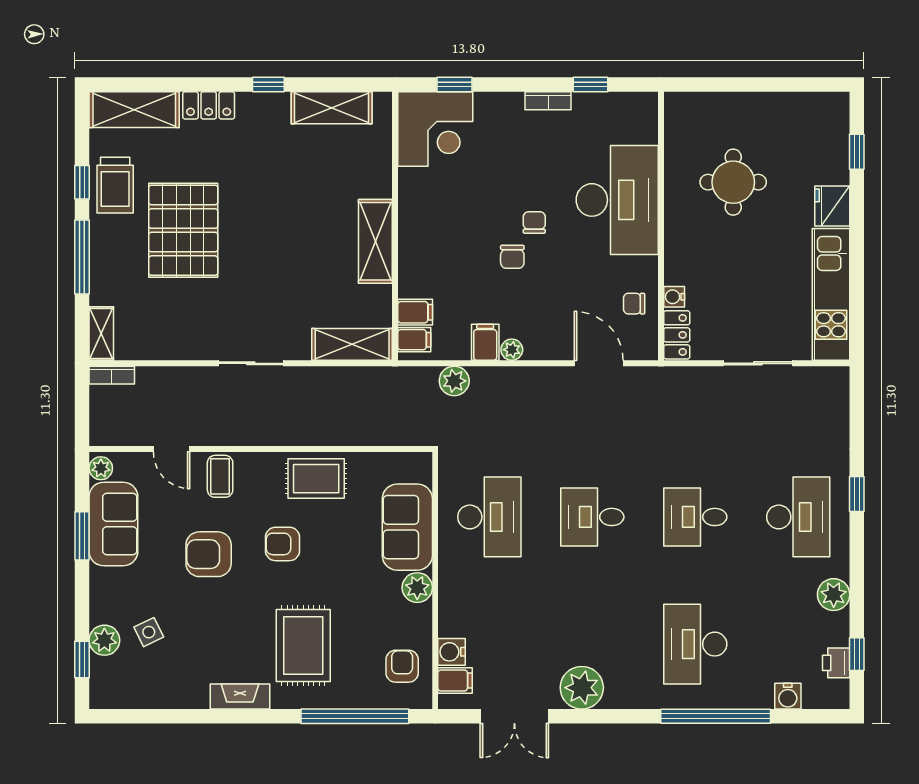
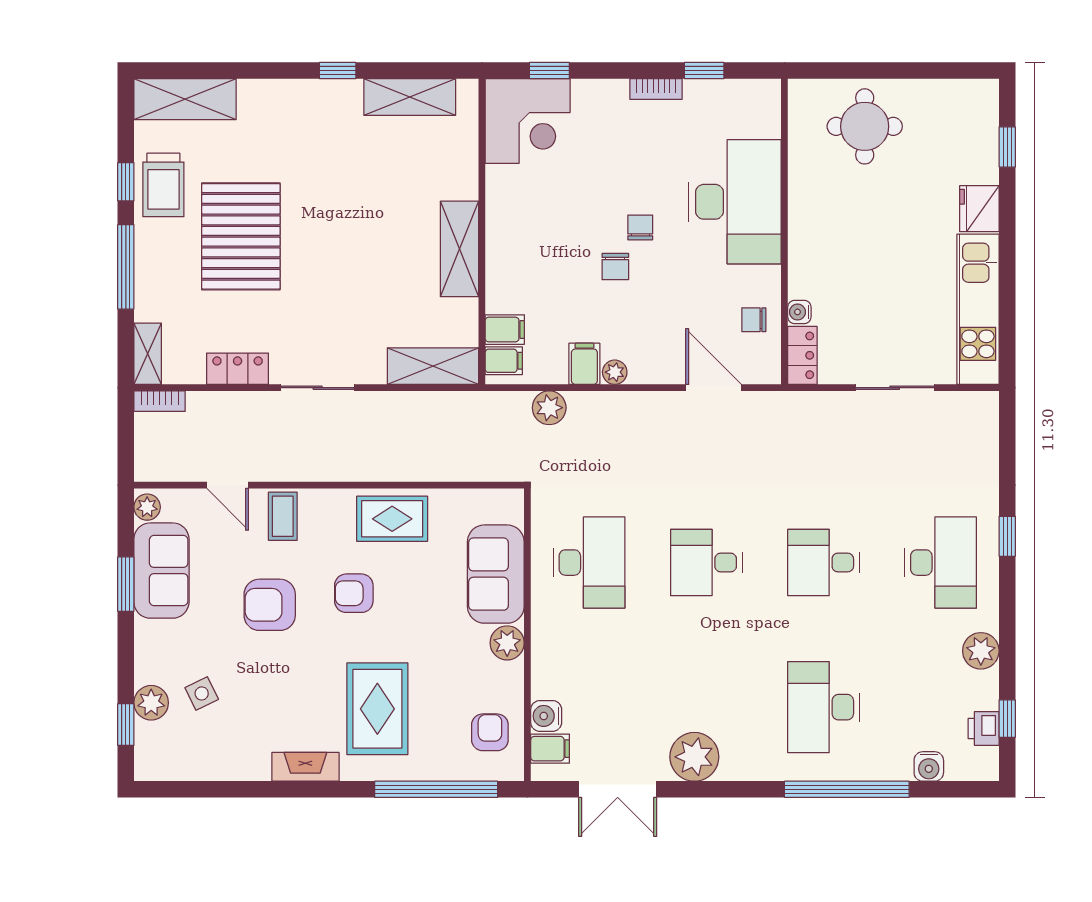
locker: (209, 105) -> (238, 369), moved, turned 180
round table: (733, 182) -> (865, 126), moved

